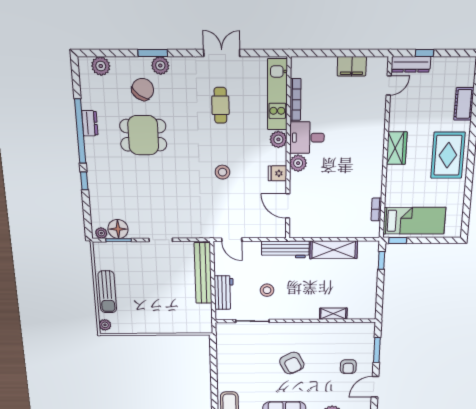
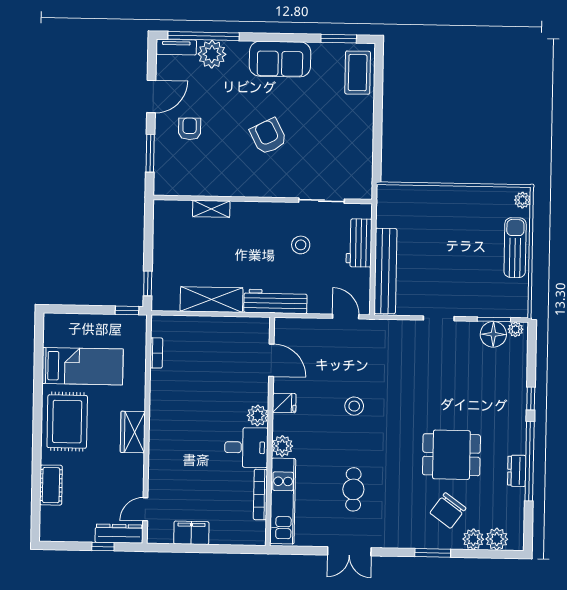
plant: (160, 66) -> (473, 539), moved
bed: (414, 221) -> (83, 366), moved, turned 180

